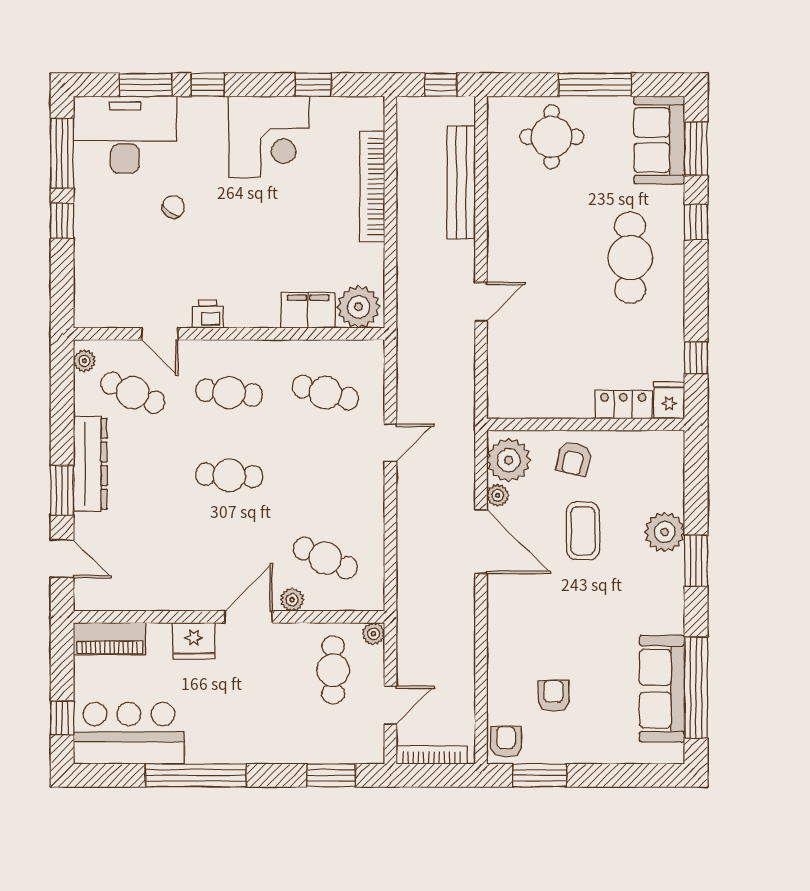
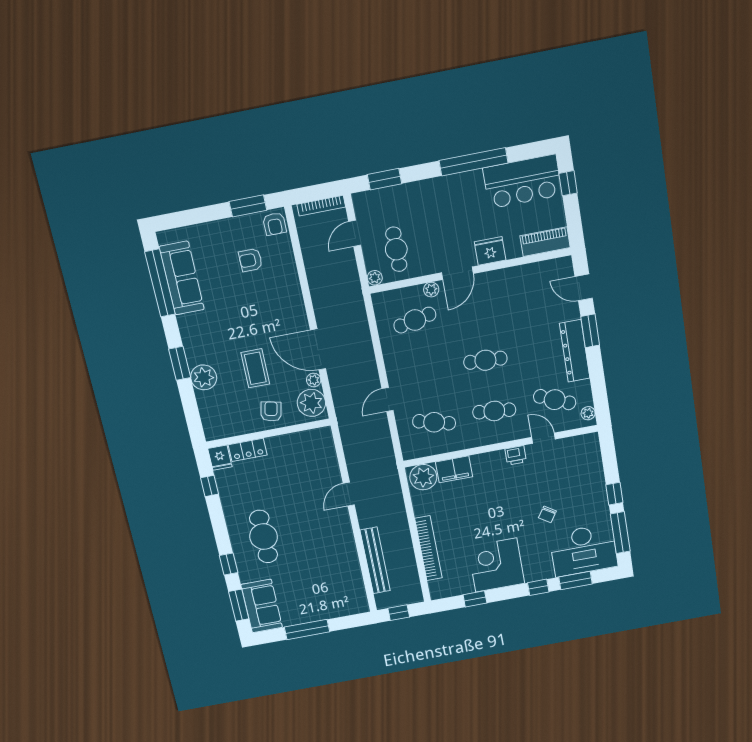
round table: (552, 137) -> (326, 596), removed
cafe table: (325, 558) -> (415, 320), turned -36
armchair: (553, 696) -> (251, 260), turned 90

